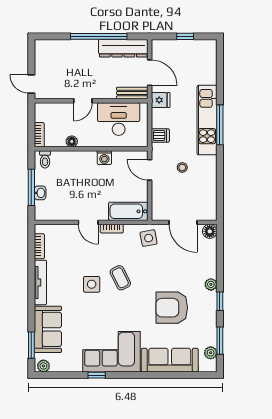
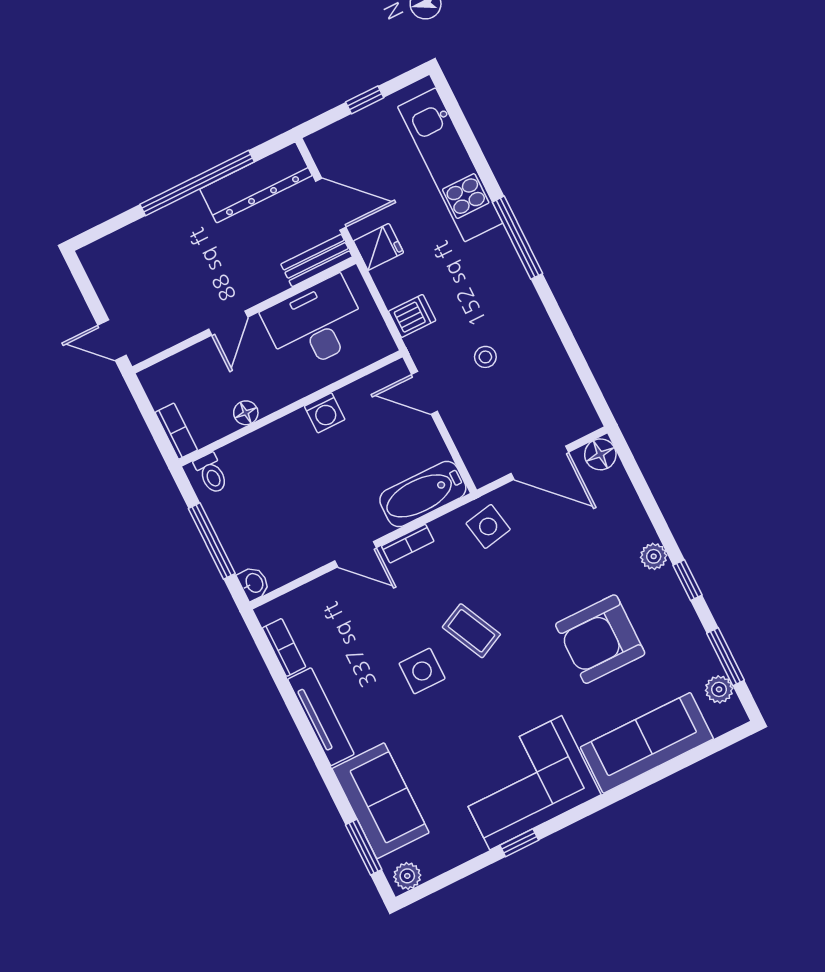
kitchen unit: (207, 120) -> (450, 165), moved
washbasin: (40, 193) -> (254, 583), moved

